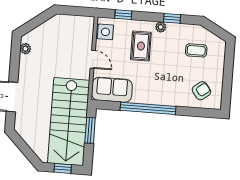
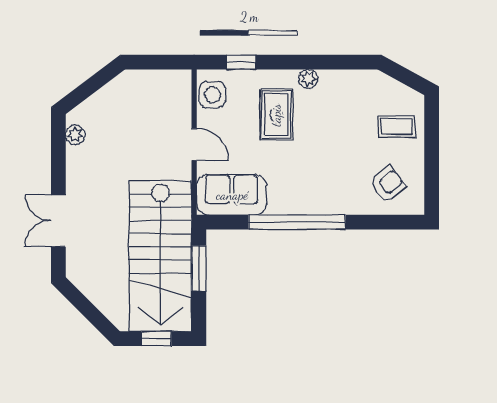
window: (172, 18) -> (327, 62), removed
coffee table: (196, 50) -> (397, 126), moved

